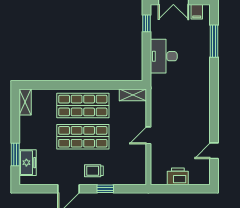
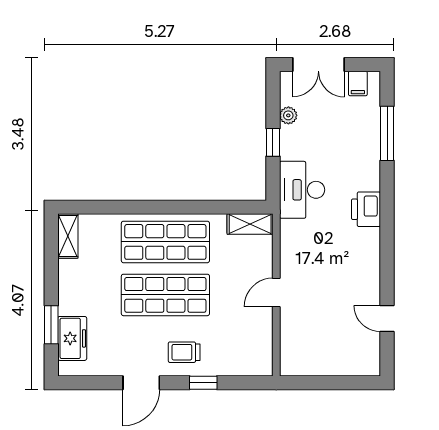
window: (146, 23) -> (273, 142), moved
plant: (156, 31) -> (288, 115), added
desk: (164, 56) -> (302, 190), moved
door: (214, 151) -> (387, 318), hinge flipped
printer: (178, 176) -> (366, 209), moved, turned -90

